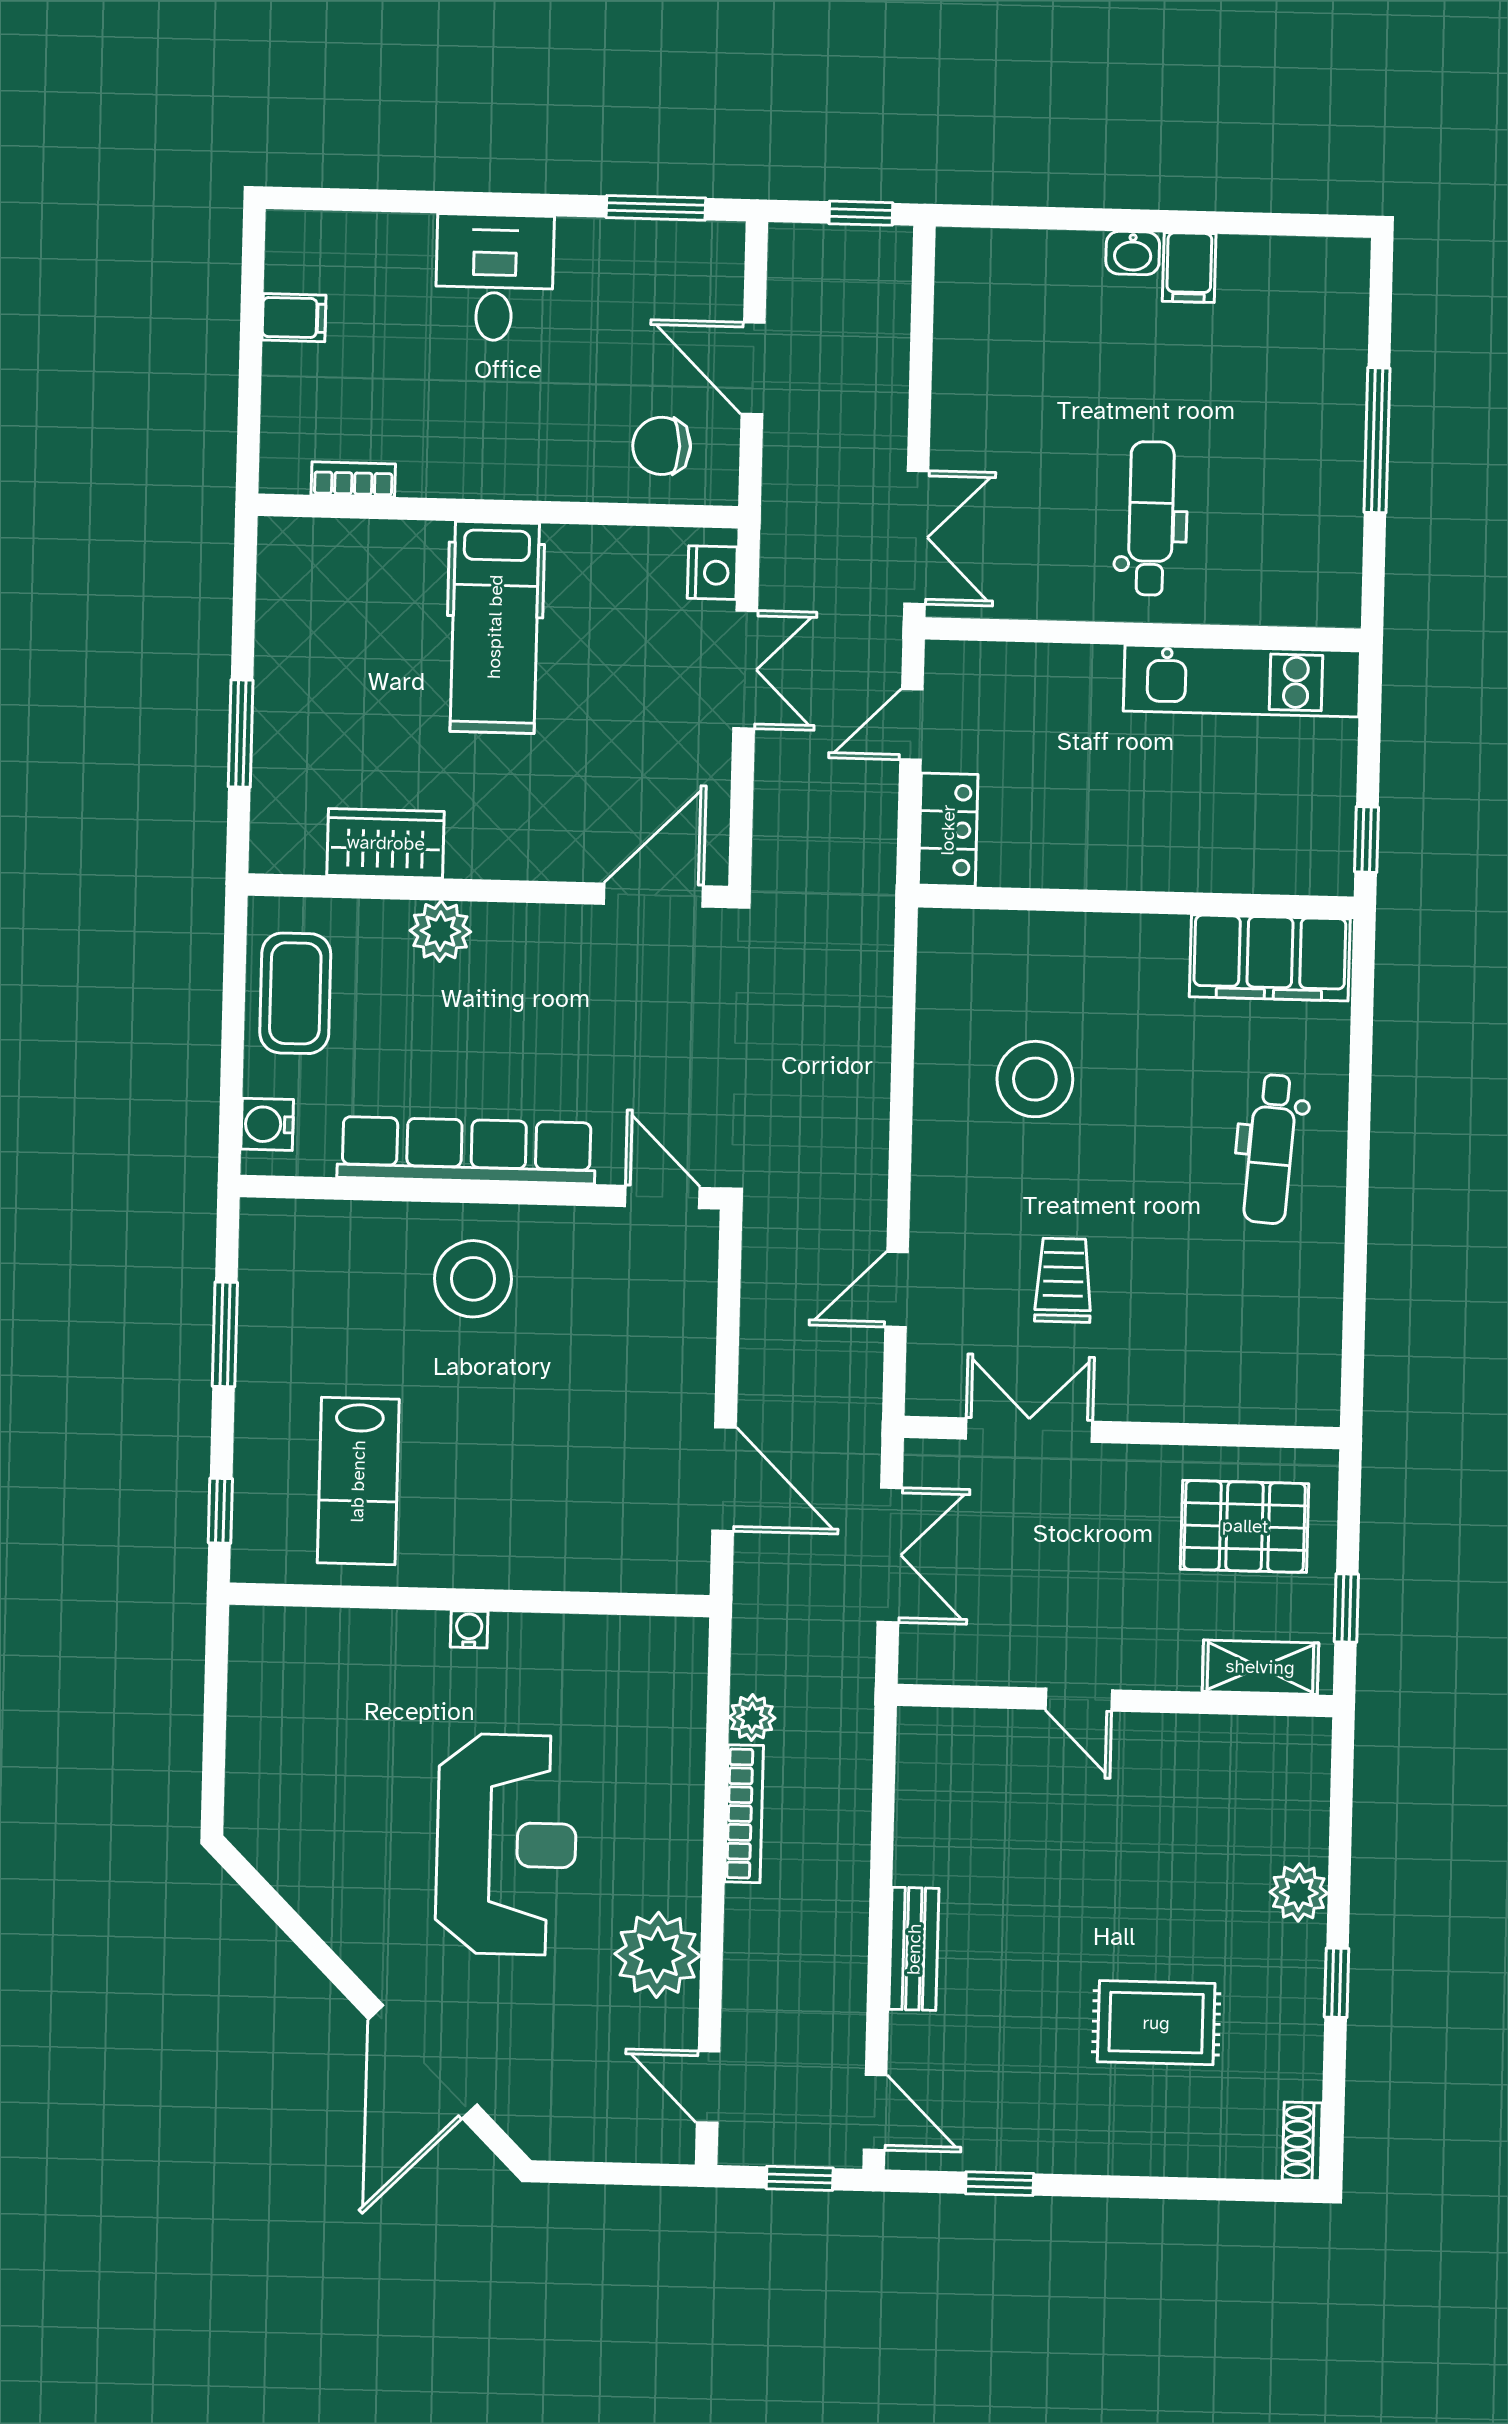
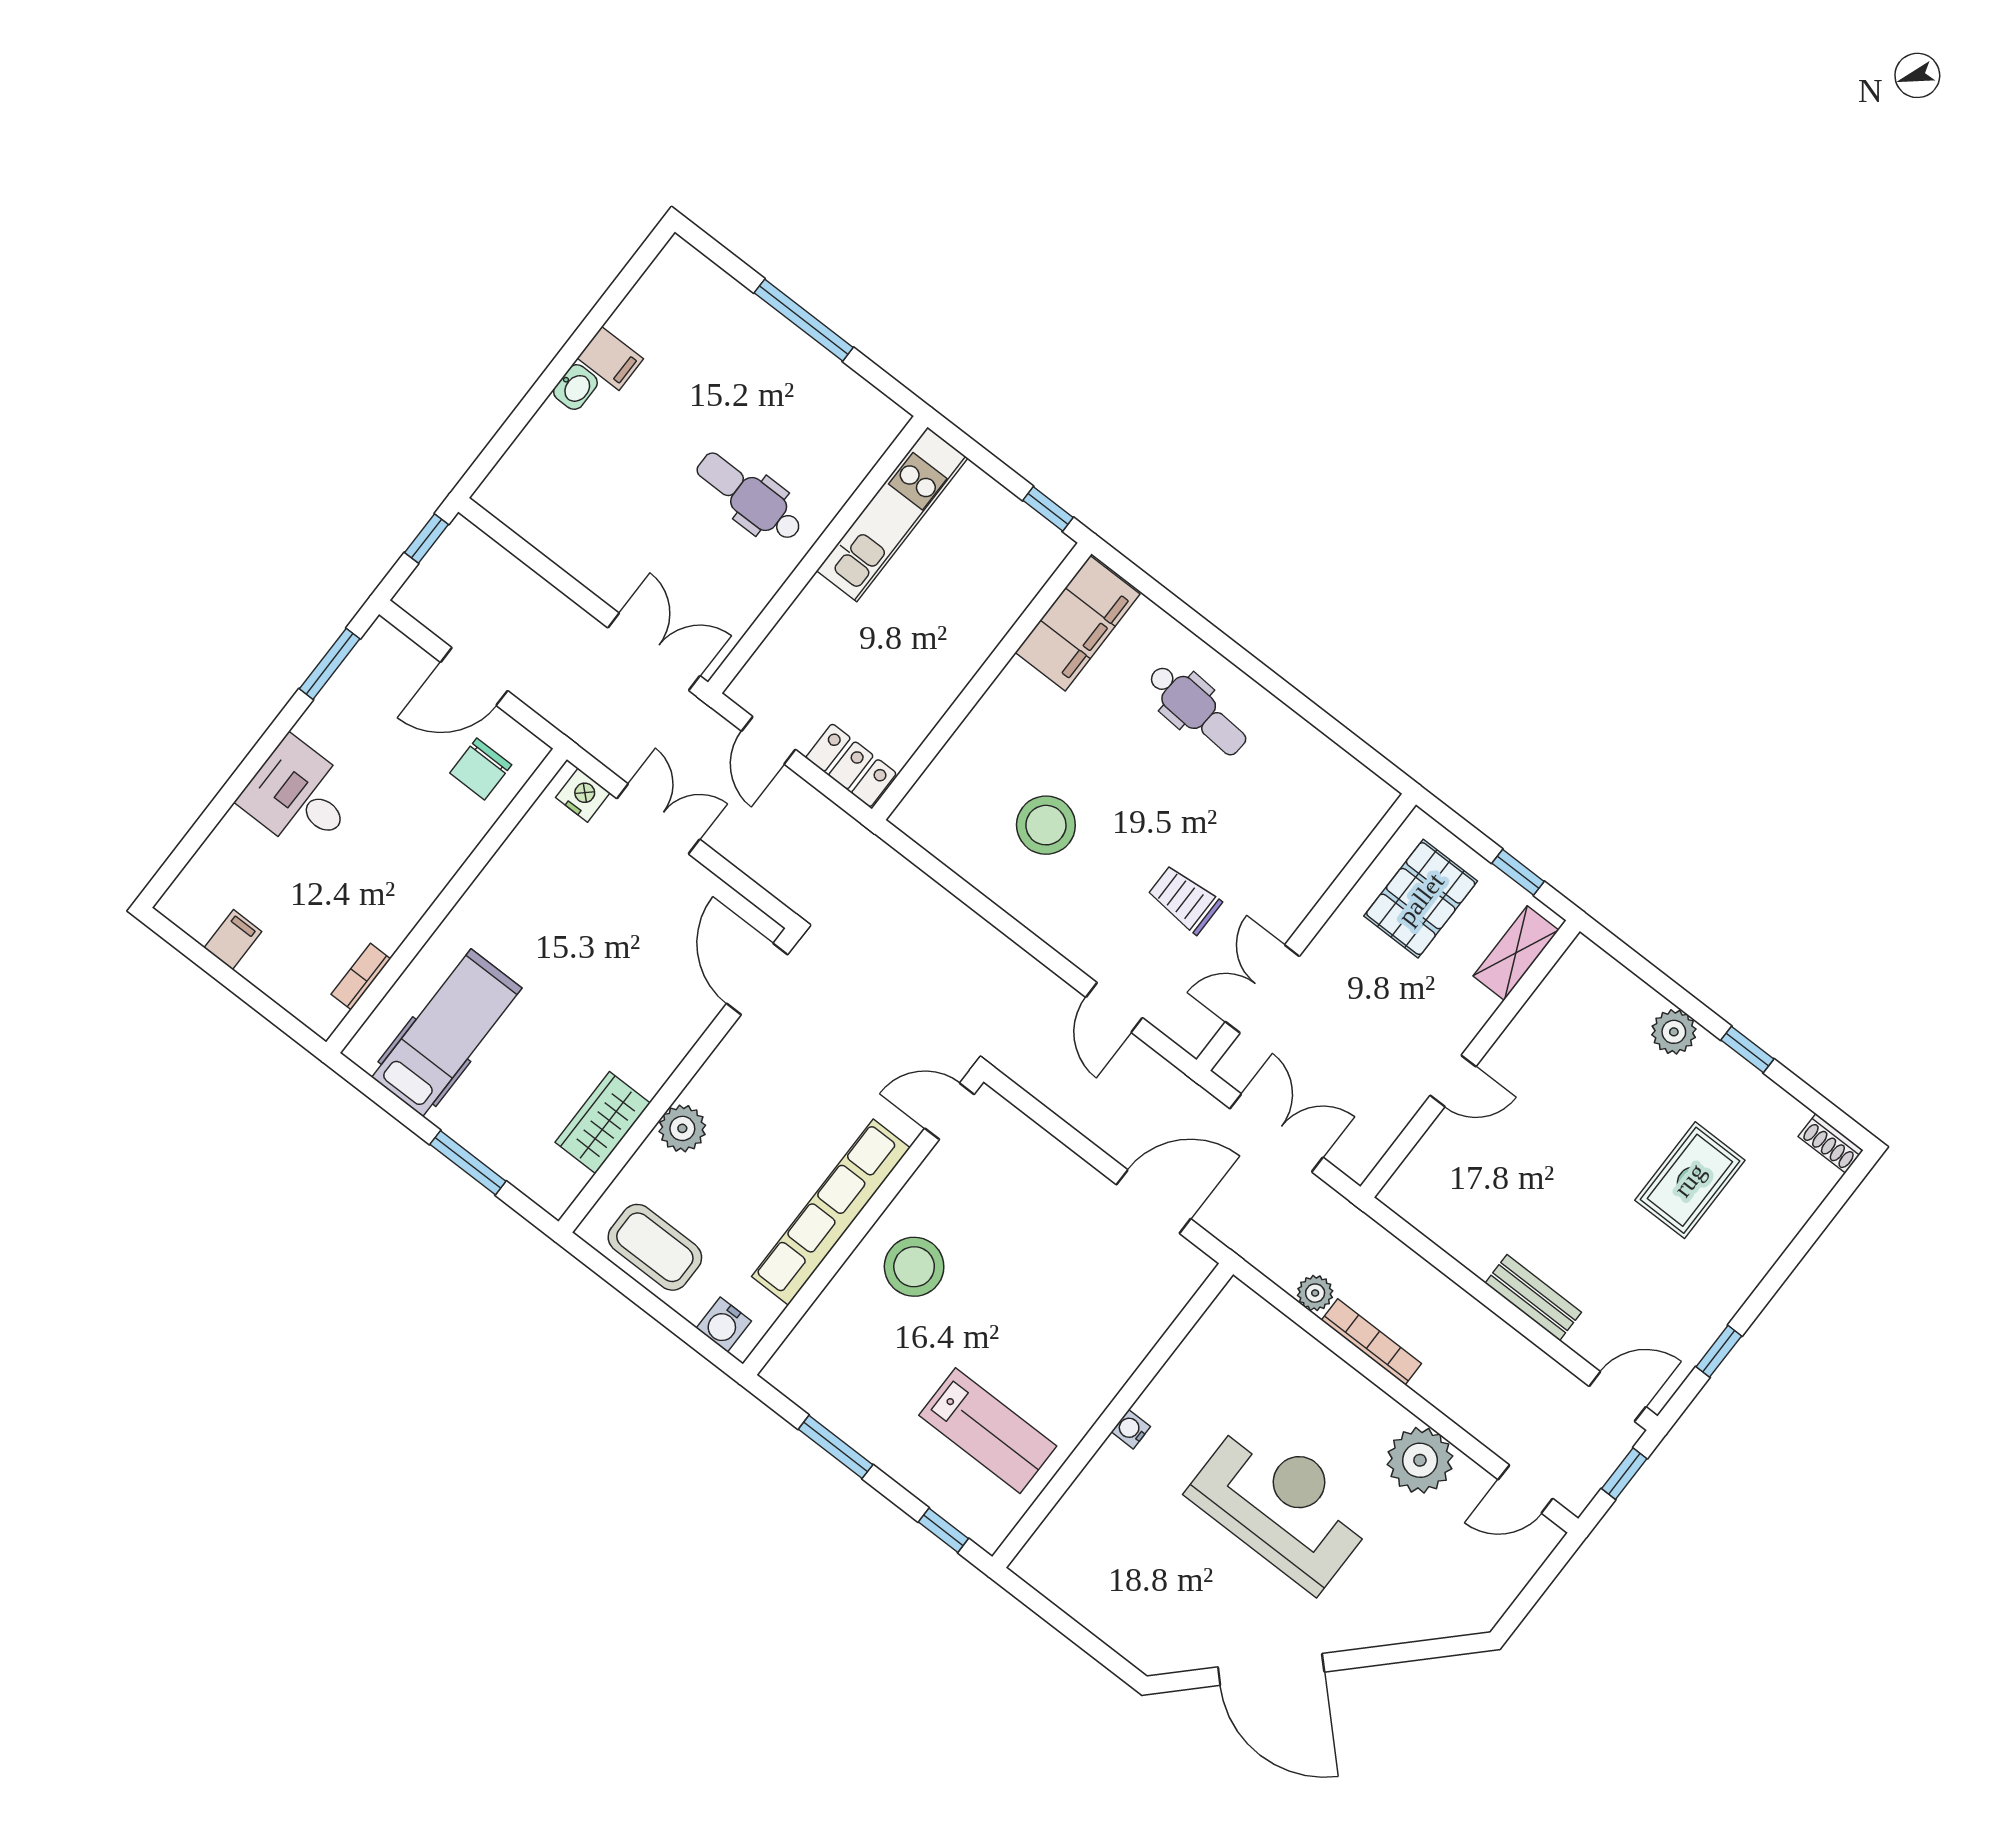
hospital bed: (495, 627) -> (447, 1033), moved, turned -90
door: (423, 2062) -> (1271, 1669), moved

